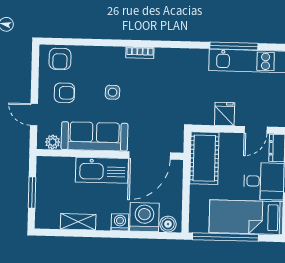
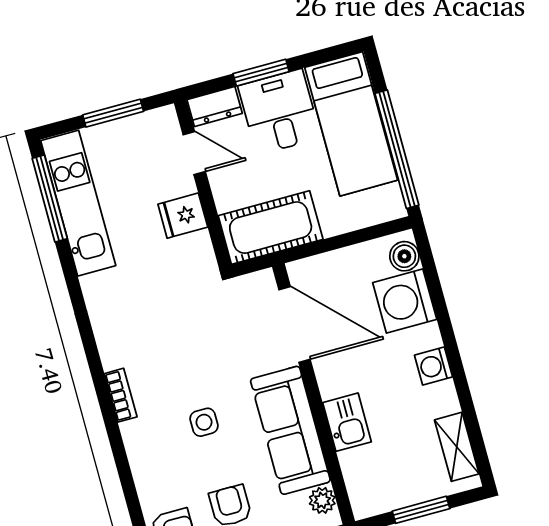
window: (234, 46) -> (50, 199), moved
kitchen sink: (102, 170) -> (347, 422), width x0.53, depth x0.81
shelving: (78, 222) -> (457, 447), moved
washing machine: (120, 222) -> (433, 366), moved

